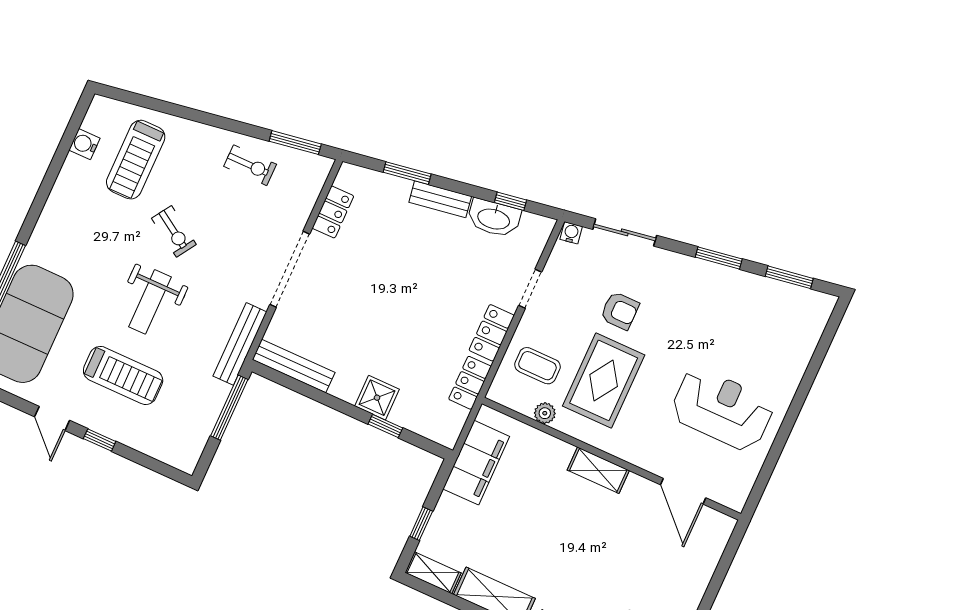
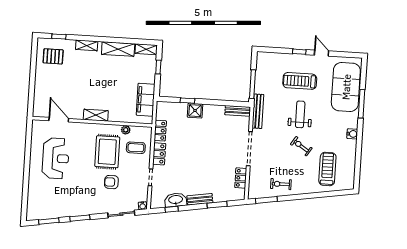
water cooler: (84, 144) -> (352, 134), moved
bench: (294, 366) -> (238, 111), width x0.73
reception desk: (722, 409) -> (56, 158), turned -90

